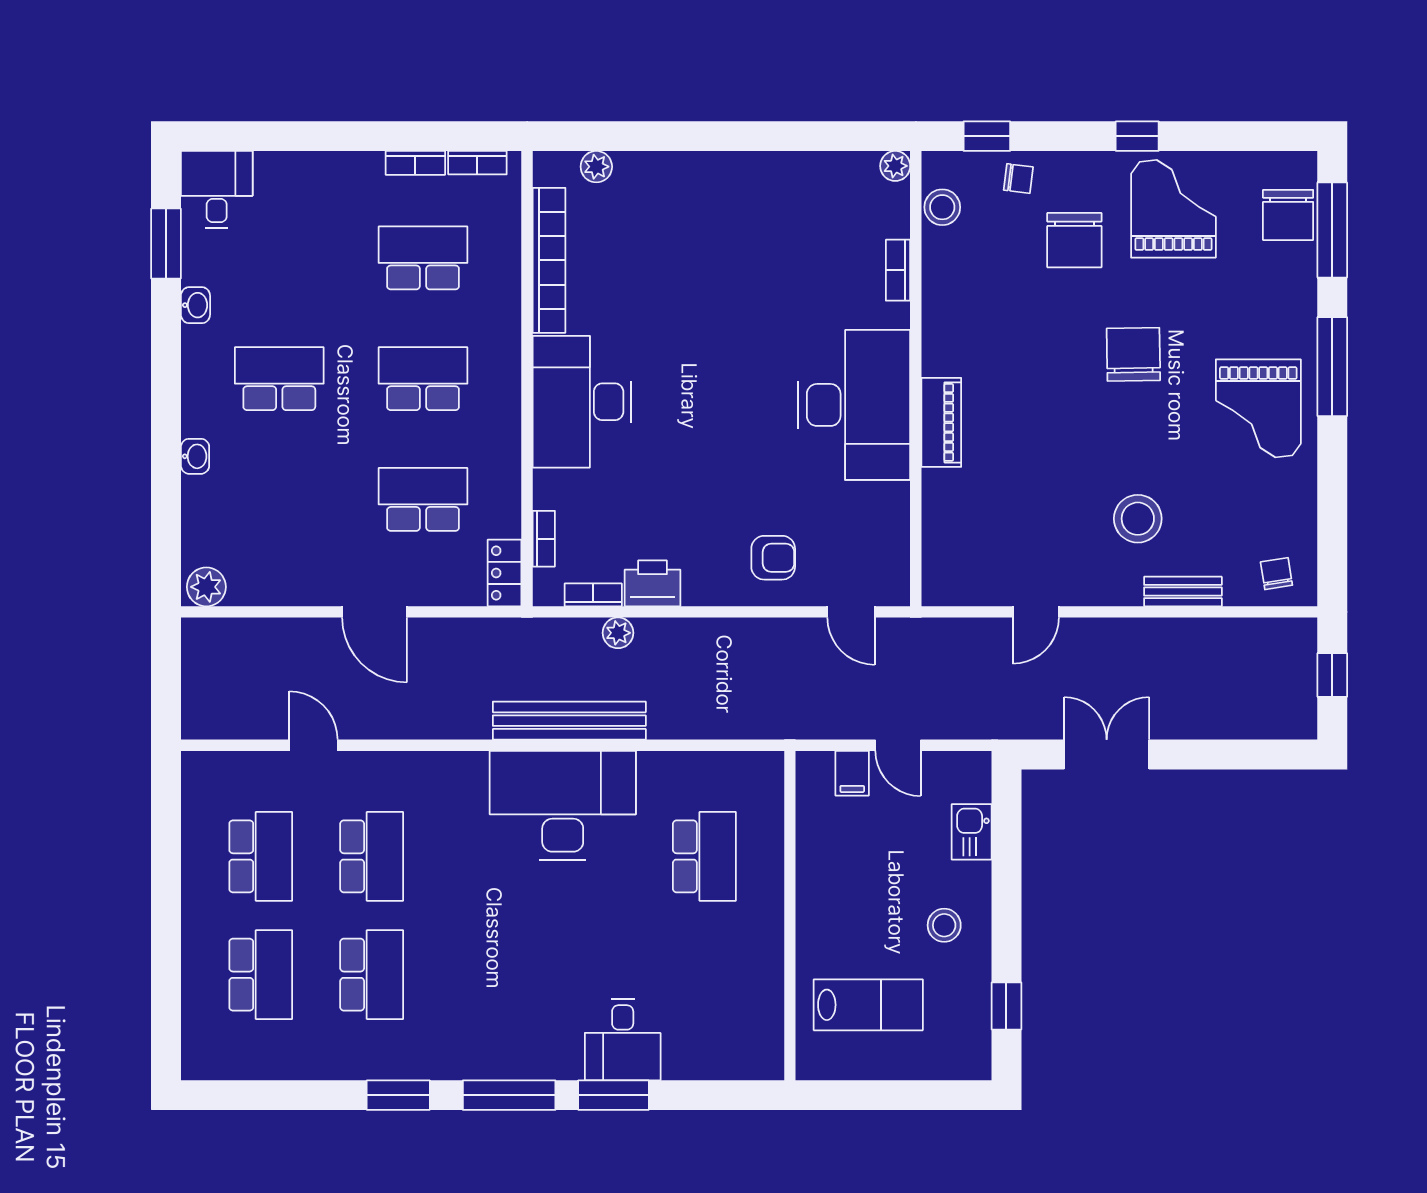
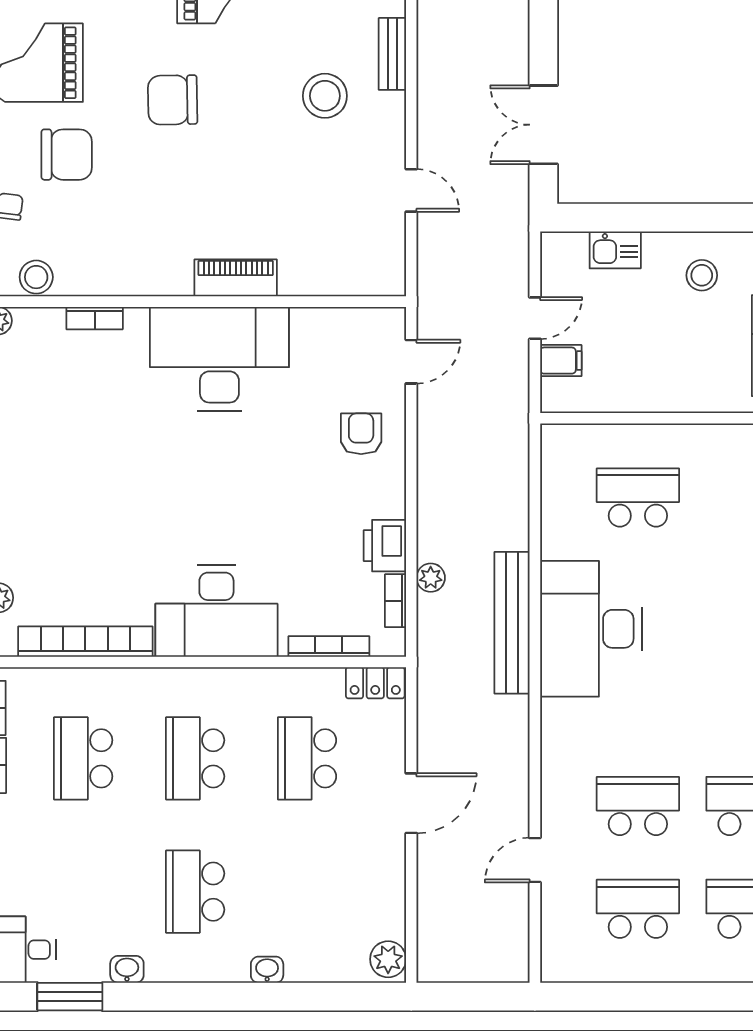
bookcase: (544, 539) -> (329, 646), width x1.56

